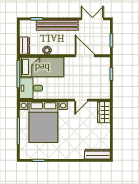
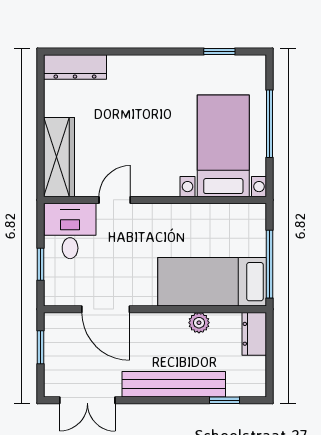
desk: (31, 88) -> (70, 231), moved, turned -90
wardrobe: (104, 112) -> (59, 157), width x1.50
bed with nightstands: (43, 122) -> (223, 146), width x0.73

